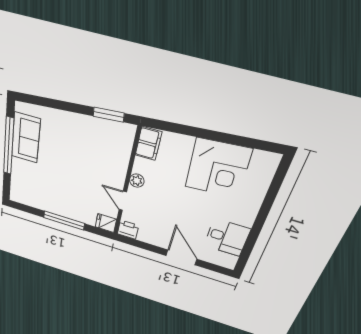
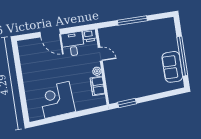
filing cabinet: (148, 144) -> (98, 86), moved
fridge: (106, 223) -> (105, 33), removed
desk: (227, 237) -> (73, 44), moved, turned 90

